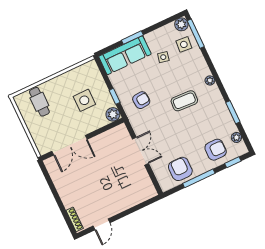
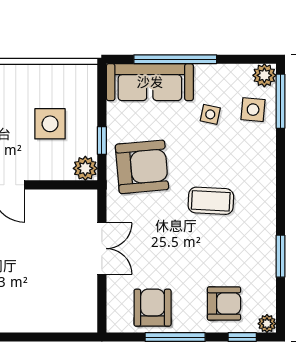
window: (132, 38) -> (175, 59), width x2.11
plant: (210, 80) -> (268, 188), removed
armchair: (141, 100) -> (142, 167), width x1.88, depth x1.88
plant: (236, 137) -> (267, 324), moved

